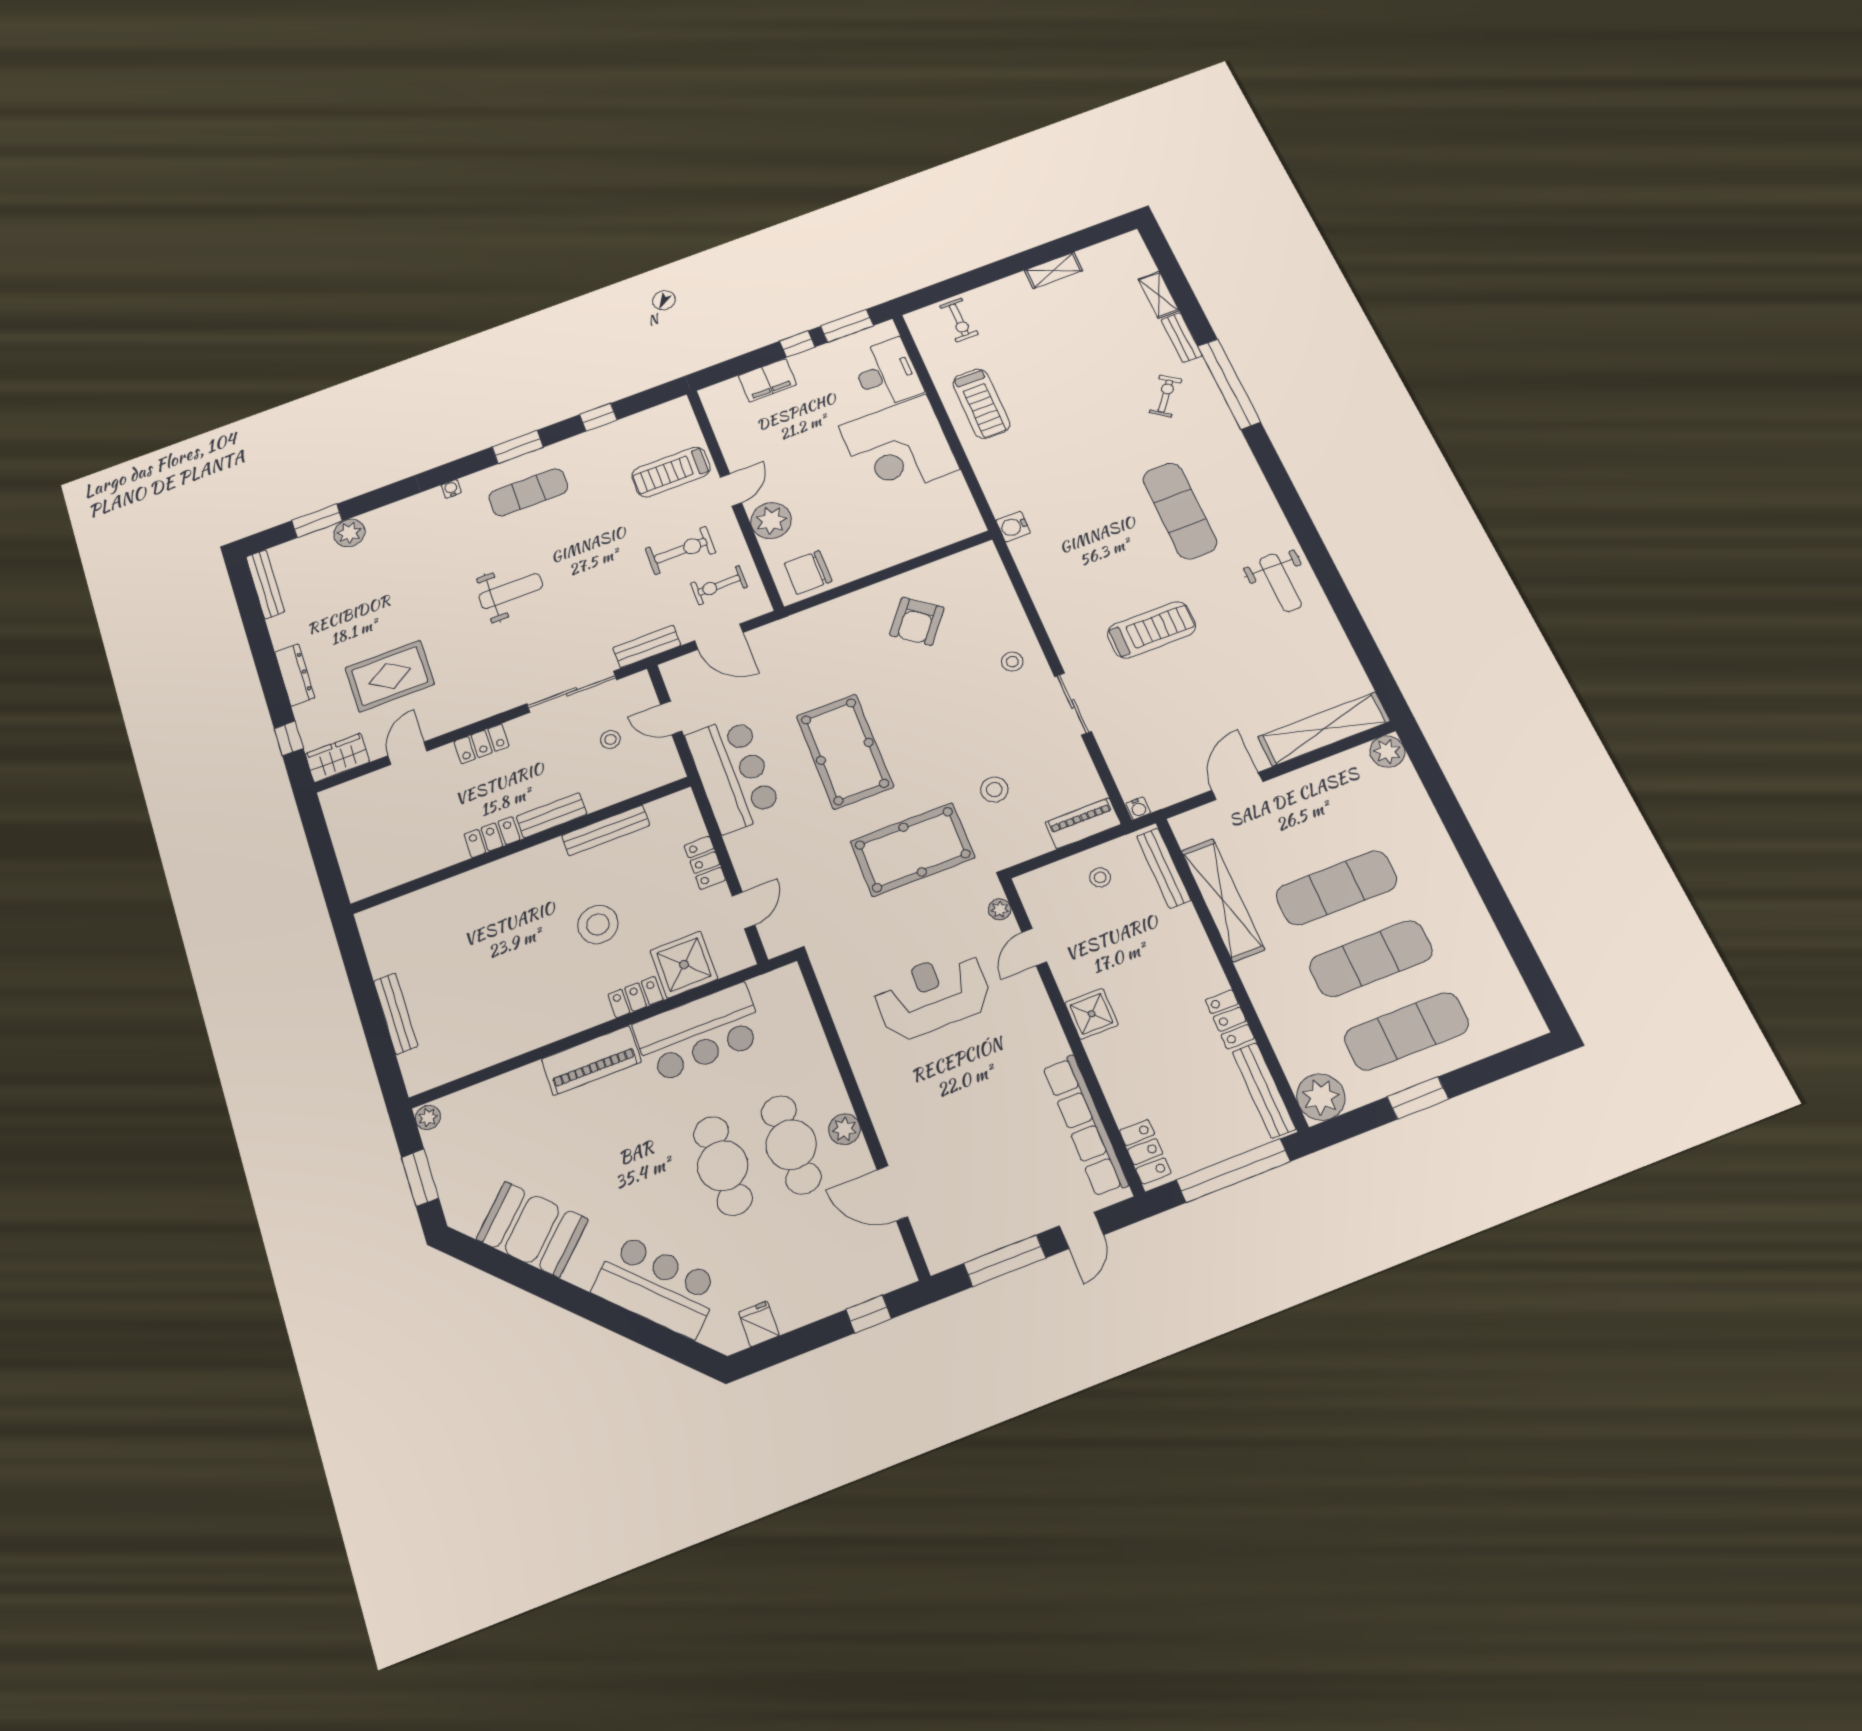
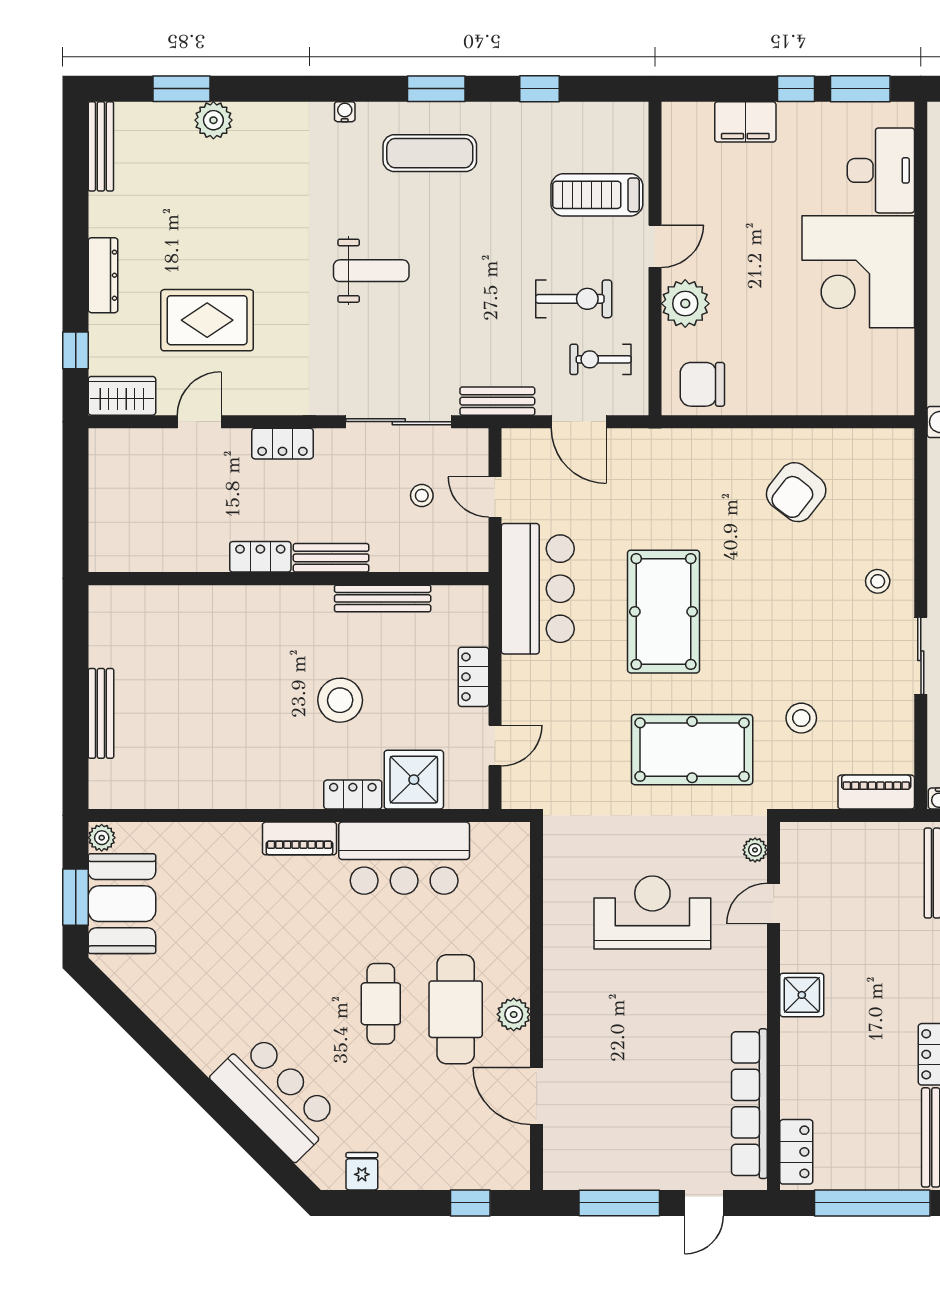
stool: (1100, 877) -> (869, 857), removed
piano: (591, 1061) -> (299, 838), width x0.73, depth x0.75
cafe table: (723, 1166) -> (381, 1004), width x0.73, depth x0.74
booth: (532, 1229) -> (122, 904), moved, turned 45

